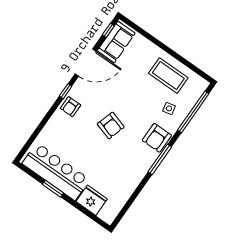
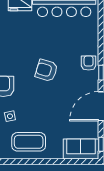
sofa: (116, 42) -> (81, 149), moved, turned 90

